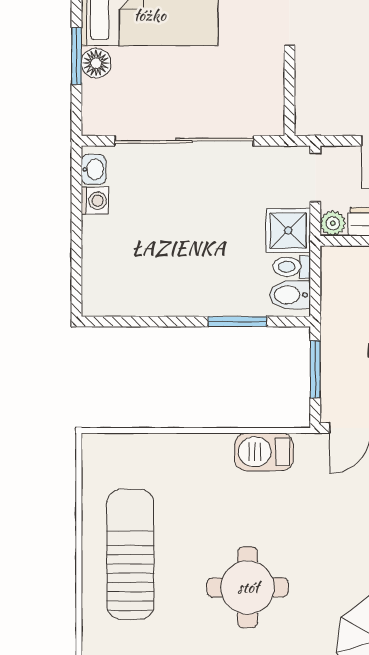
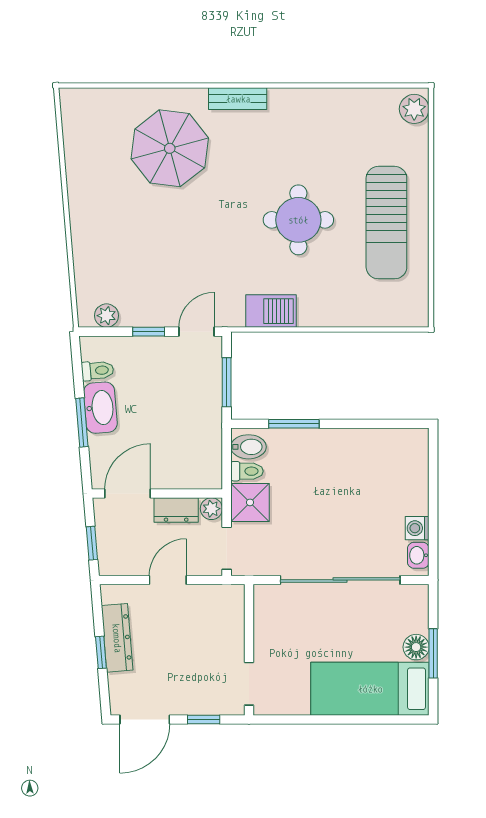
round table: (248, 587) -> (298, 220), moved

